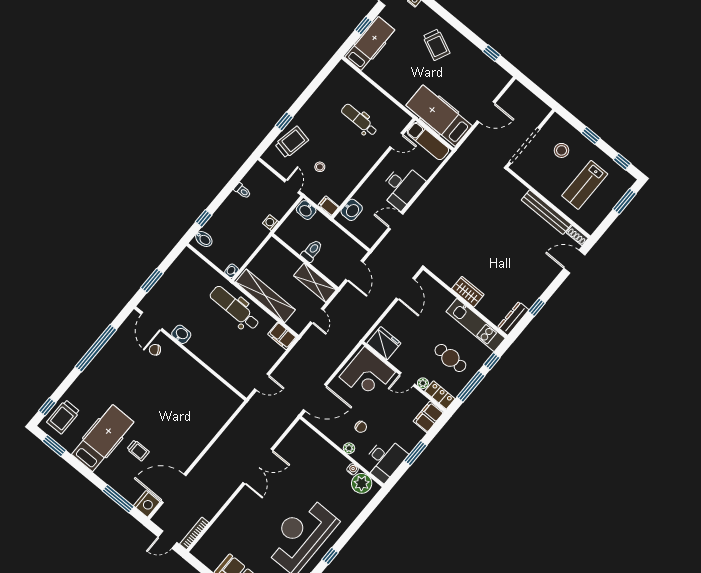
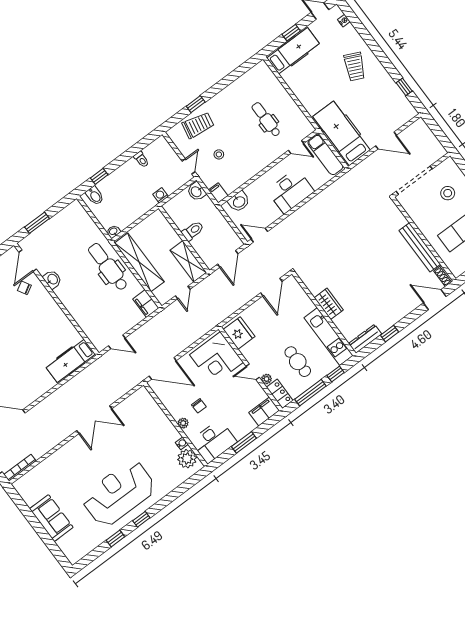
door: (396, 221) -> (259, 235), moved
hospital bed: (220, 412) -> (71, 361), added

